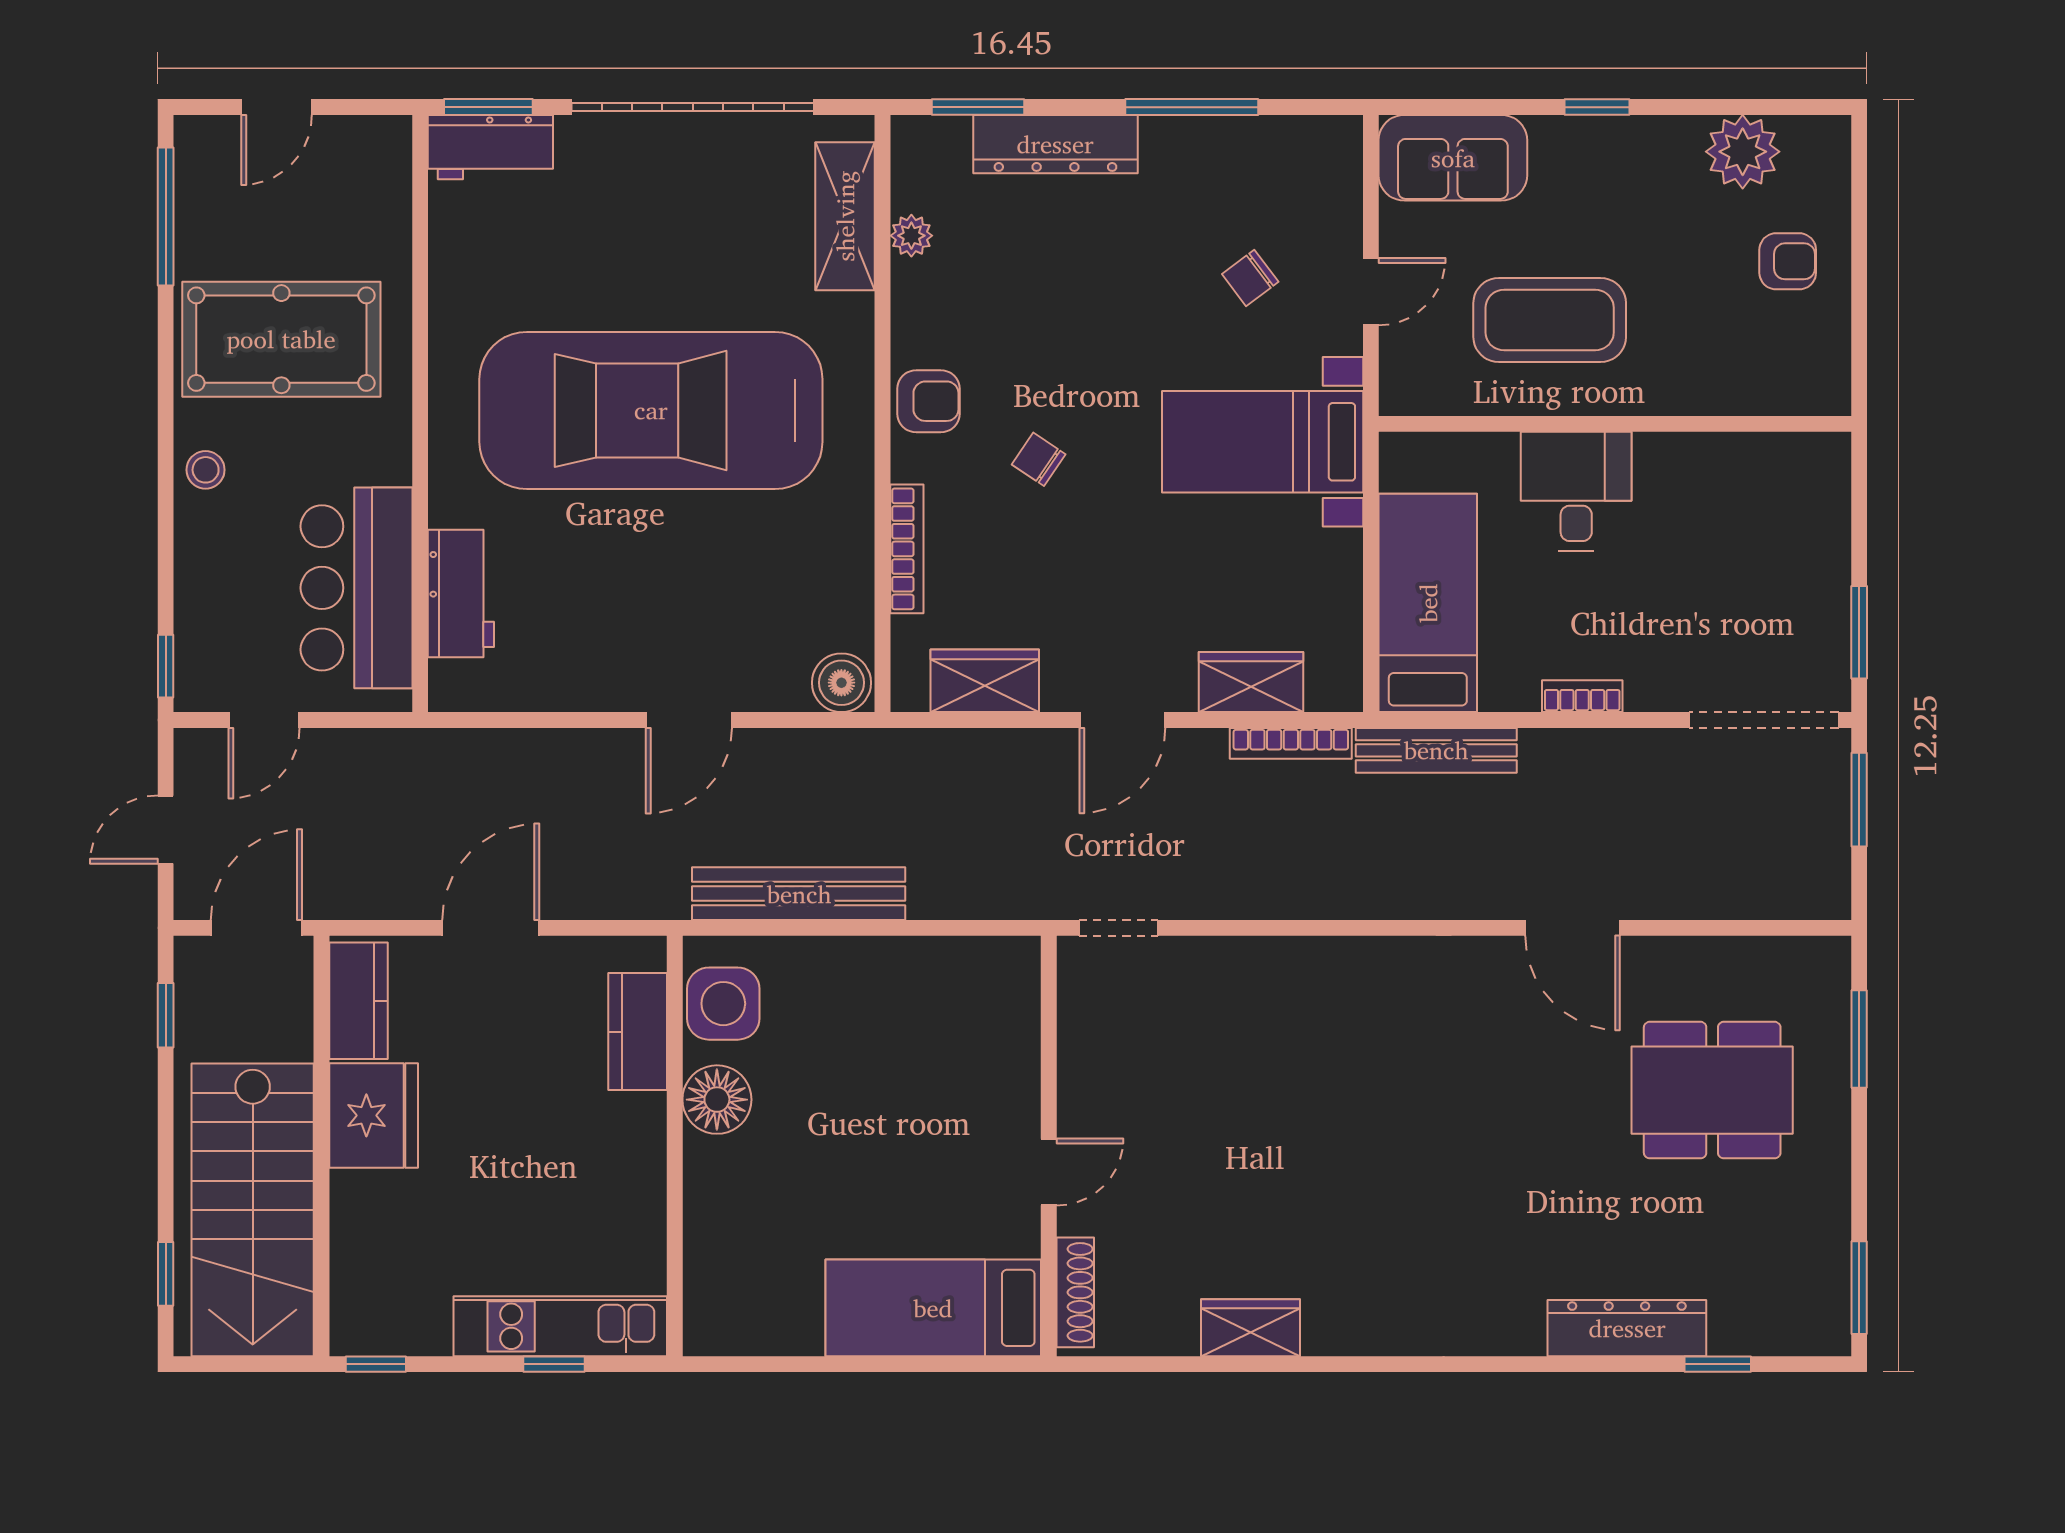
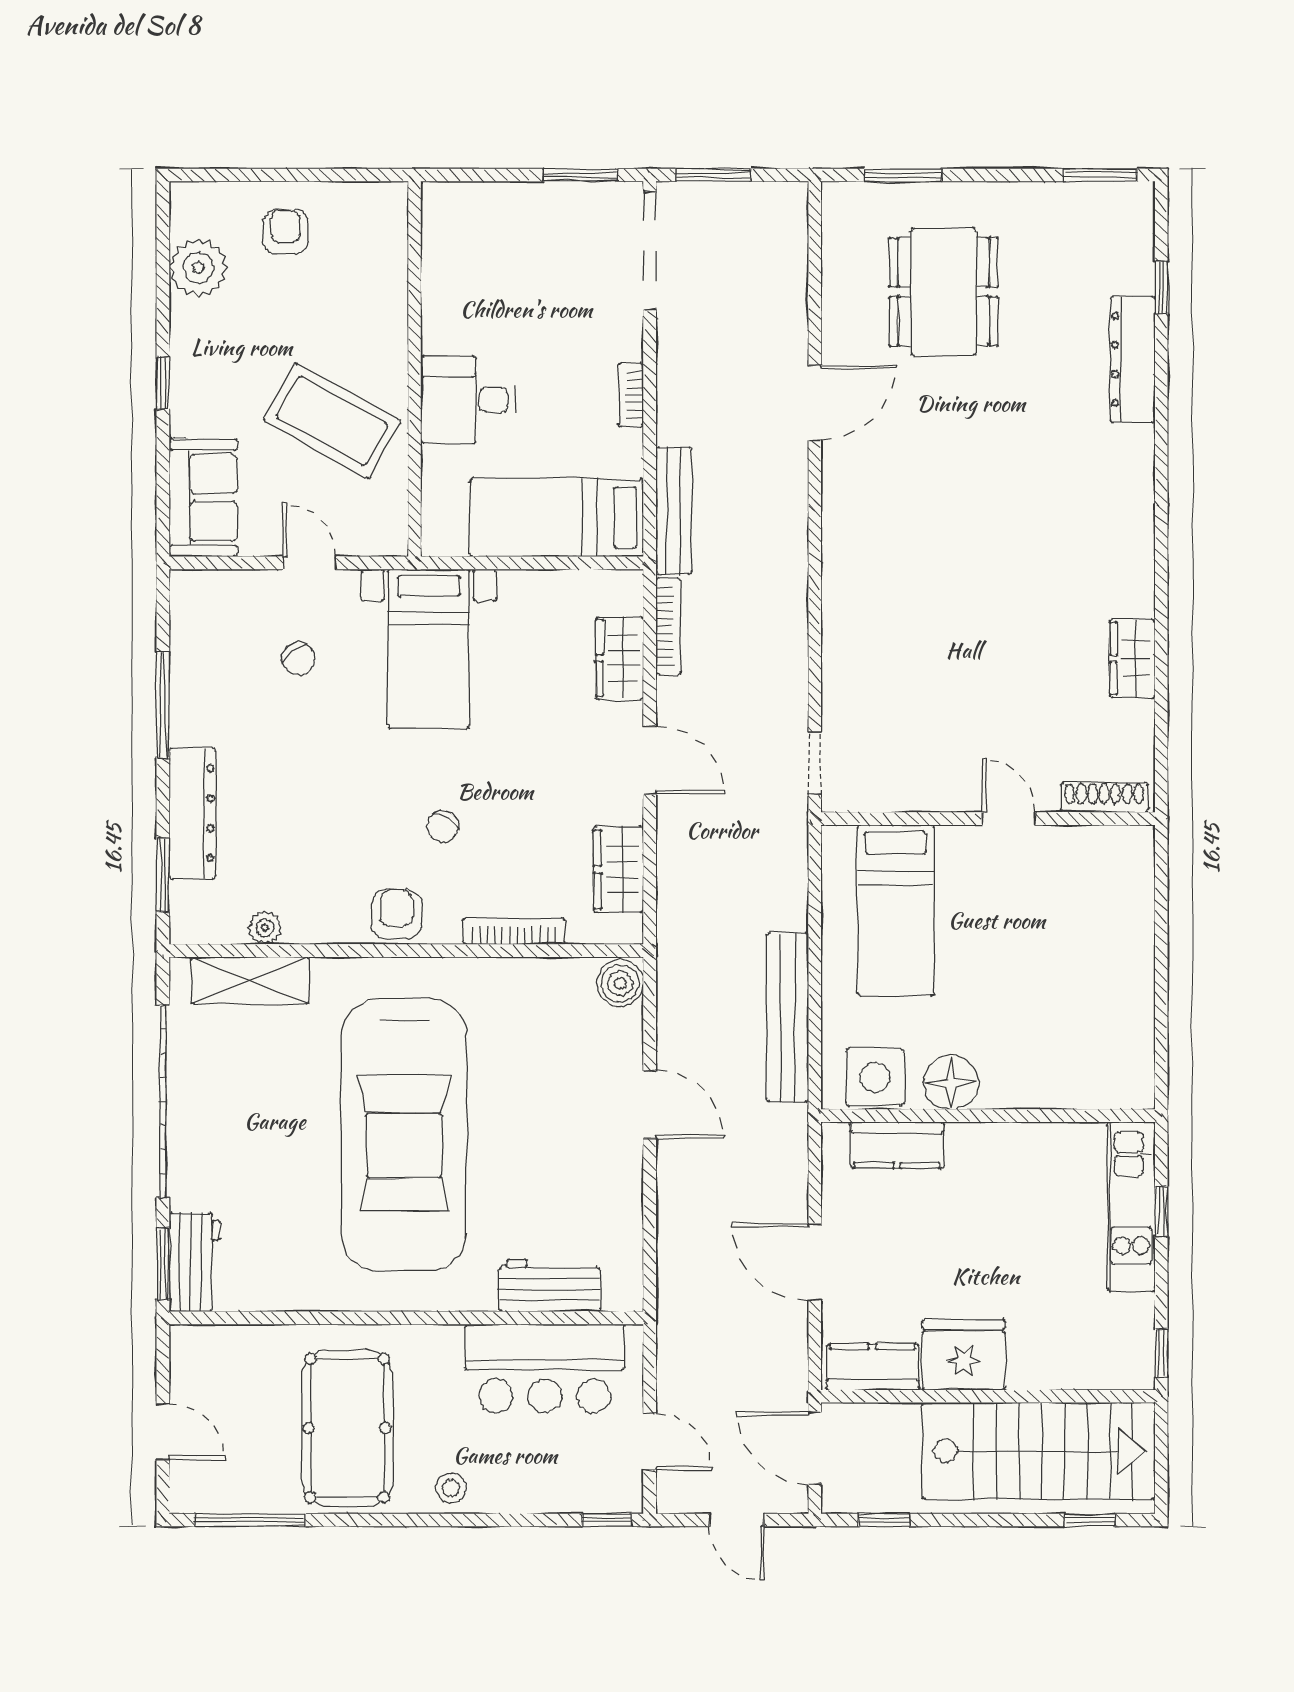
coffee table: (1550, 320) -> (332, 421), turned -61
bed: (933, 1308) -> (896, 910), moved

